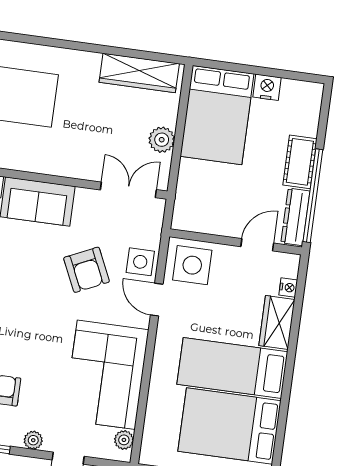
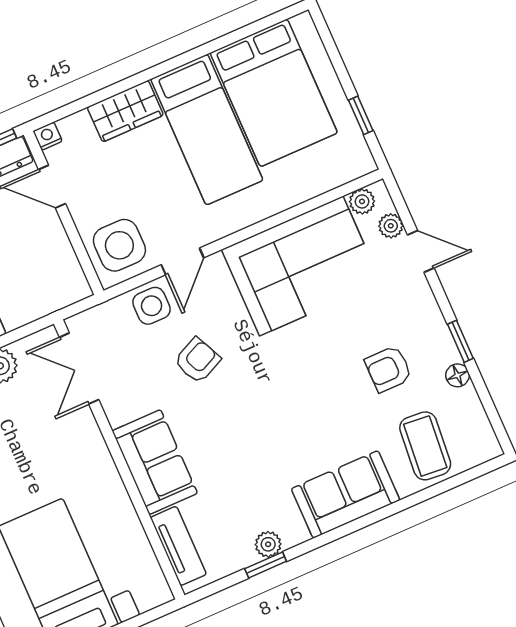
armchair: (87, 270) -> (197, 360), width x0.72, depth x0.72
nightstand: (288, 288) -> (48, 136), moved
plant: (33, 440) -> (391, 226), moved

